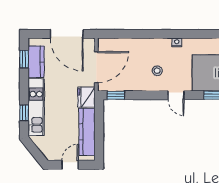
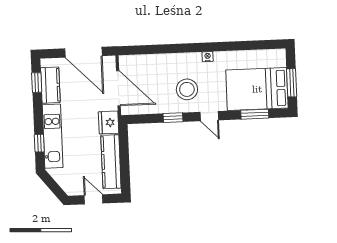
door: (96, 67) -> (118, 88), hinge flipped
stool: (157, 71) -> (187, 89), width x1.89, depth x1.89
window: (116, 95) -> (173, 118), moved
door: (70, 165) -> (93, 199), hinge flipped

